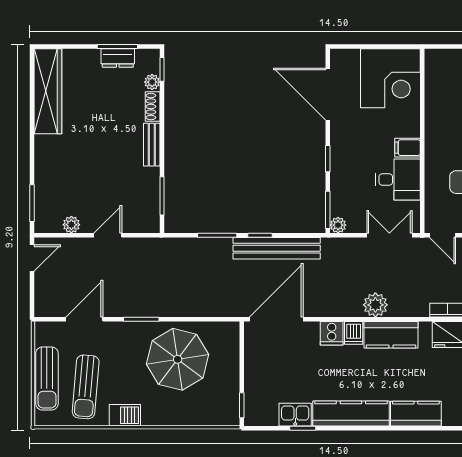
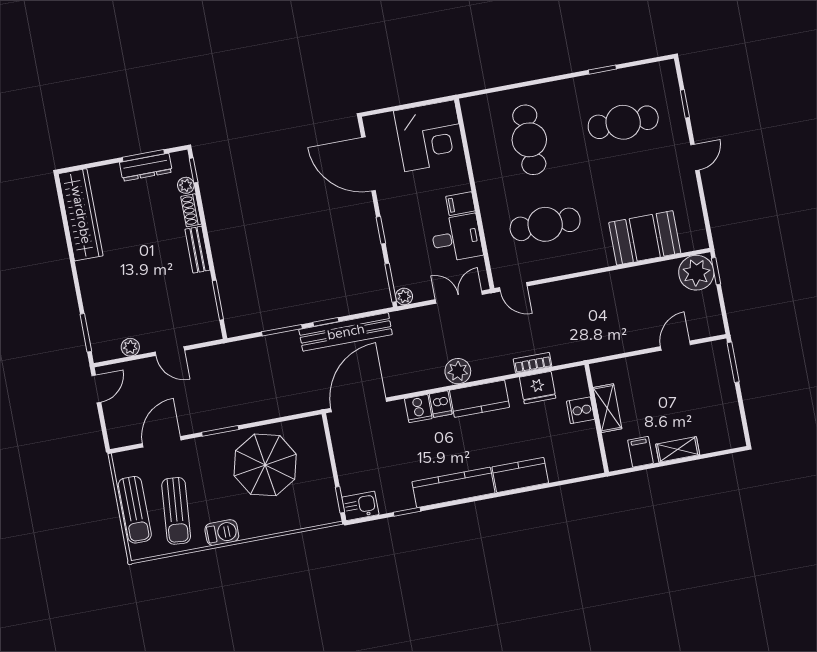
dresser: (118, 58) -> (146, 167), width x1.44
door: (108, 235) -> (170, 351), swing flipped
kitchen sink: (295, 415) -> (360, 506), moved

